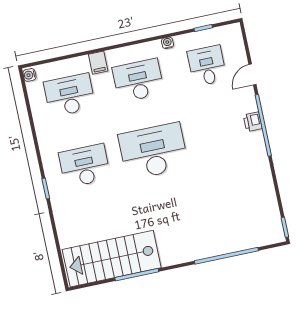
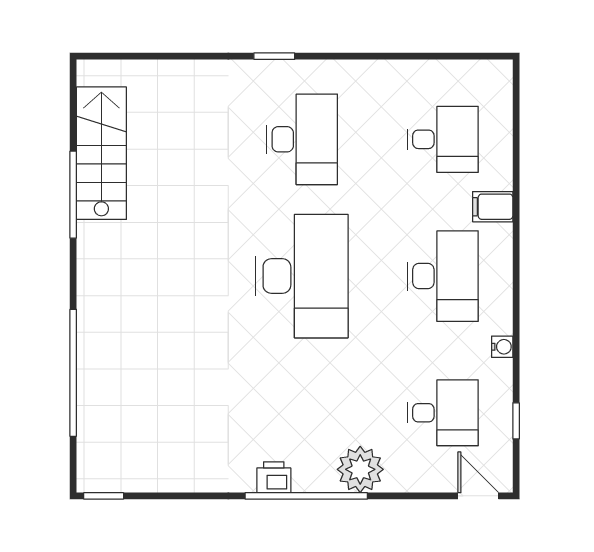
door: (253, 74) -> (478, 496), moved
water cooler: (30, 75) -> (497, 71), removed
desk: (70, 95) -> (443, 139), width x0.73
plant: (244, 101) -> (360, 469), added
printer: (253, 122) -> (274, 477), moved
stairs: (112, 259) -> (101, 153), width x0.73, depth x0.66

